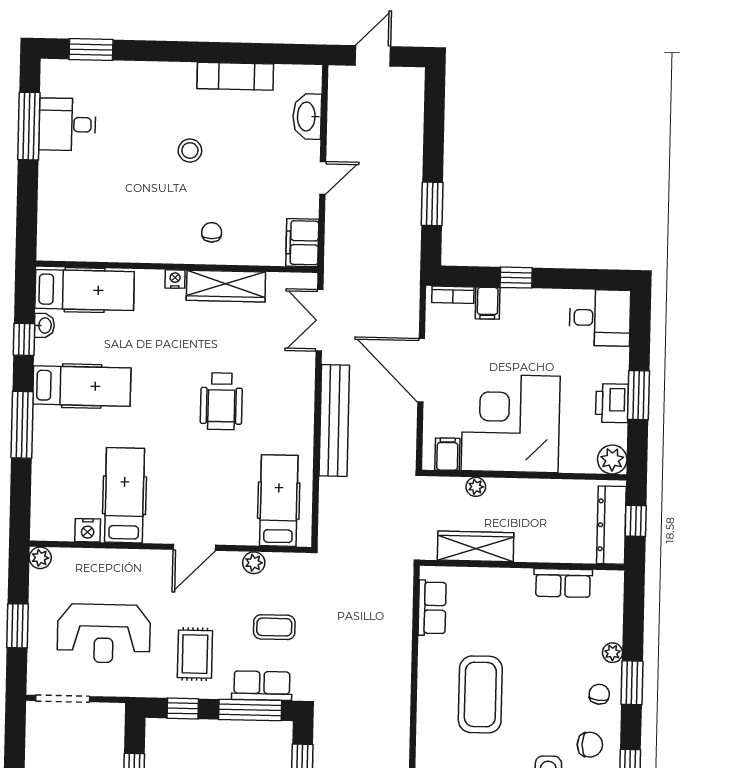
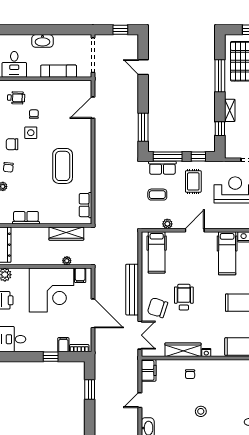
chair: (280, 380) -> (157, 308), added

